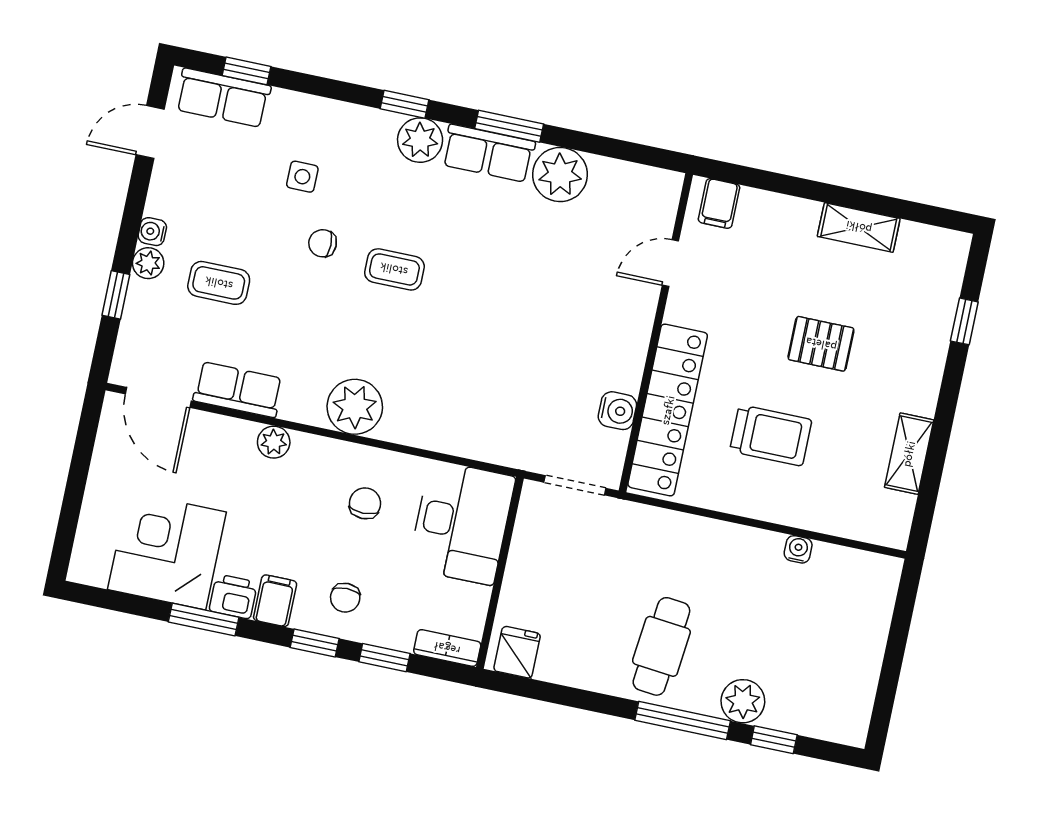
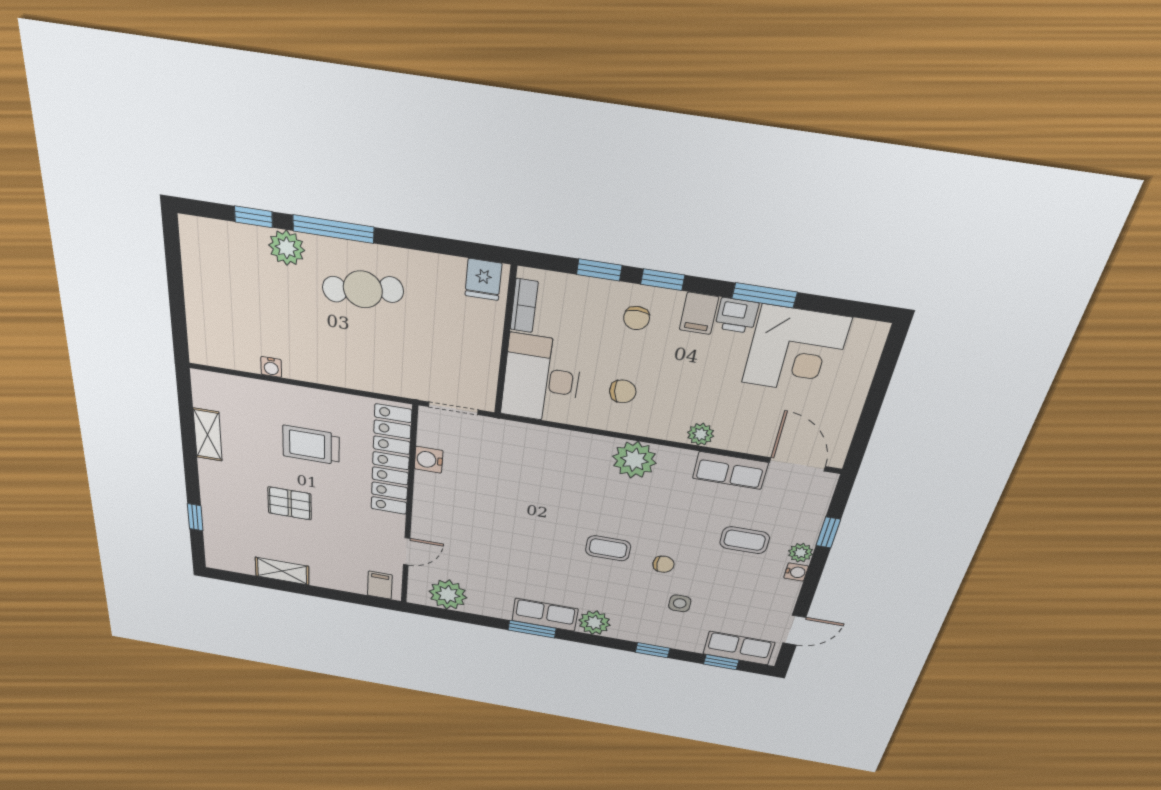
window: (405, 104) -> (653, 650), moved
plant: (560, 175) -> (448, 595), moved
chair: (365, 503) -> (623, 391), turned -98
chair: (345, 598) -> (637, 318), turned 180
cafe table: (661, 646) -> (363, 289), turned 75
bookcase: (447, 648) -> (524, 306), moved, turned -90

